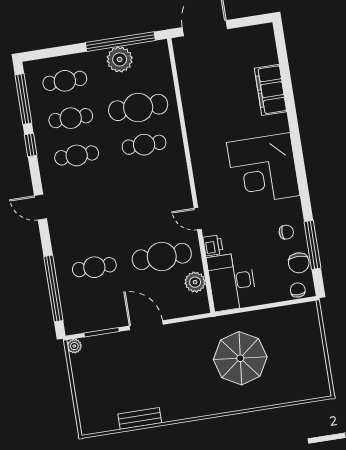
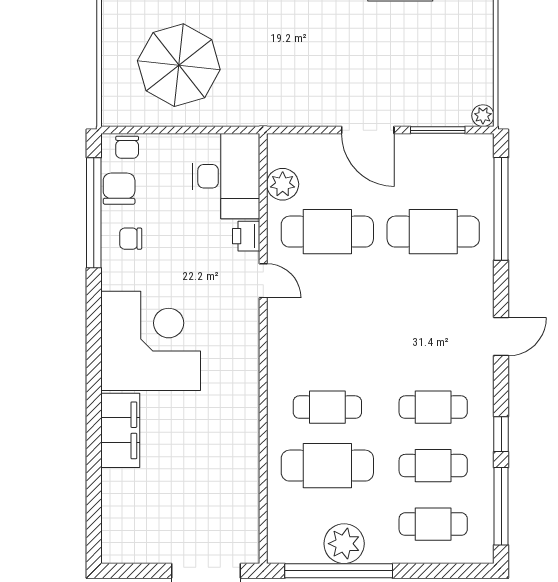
filing cabinet: (271, 90) -> (120, 430), moved
door: (40, 207) -> (501, 337), hinge flipped
window: (312, 245) -> (94, 213), width x1.46
cafe table: (94, 267) -> (433, 232), width x1.37, depth x1.35
parasol: (240, 358) -> (179, 65), moved

